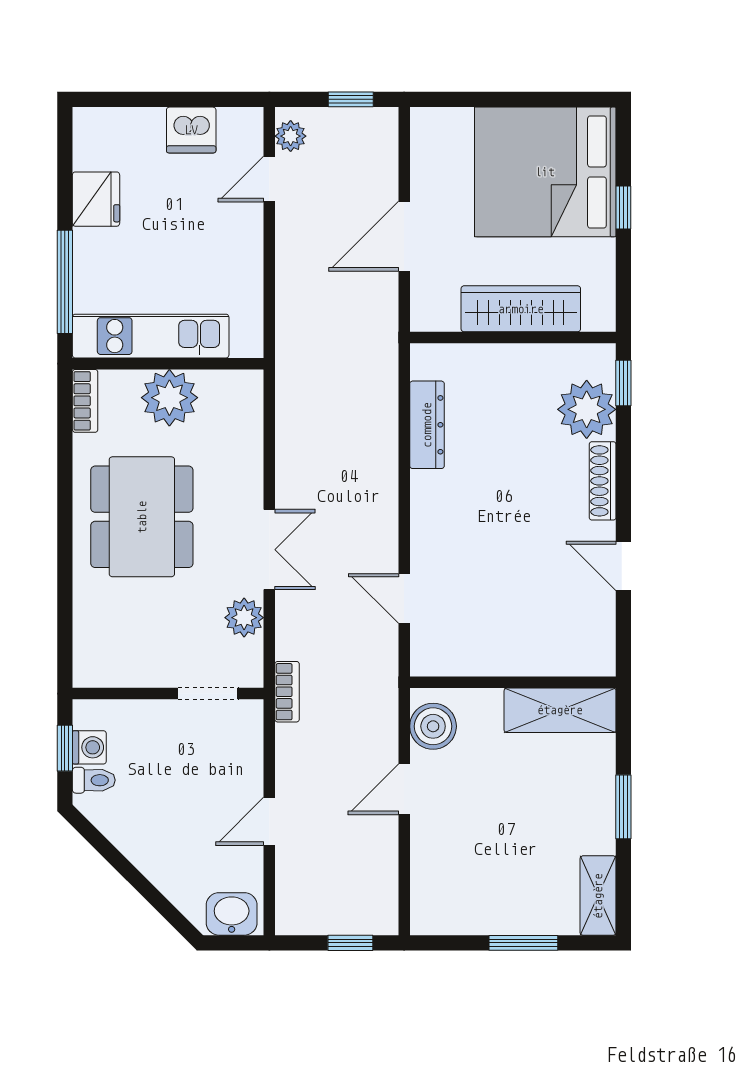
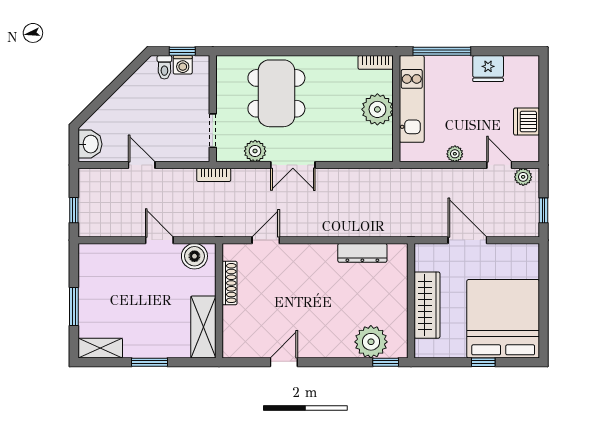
plant: (249, 259) -> (455, 154), added
shoe rack: (603, 481) -> (230, 283), moved, turned 90
dining table: (142, 517) -> (276, 93), moved, turned 90

